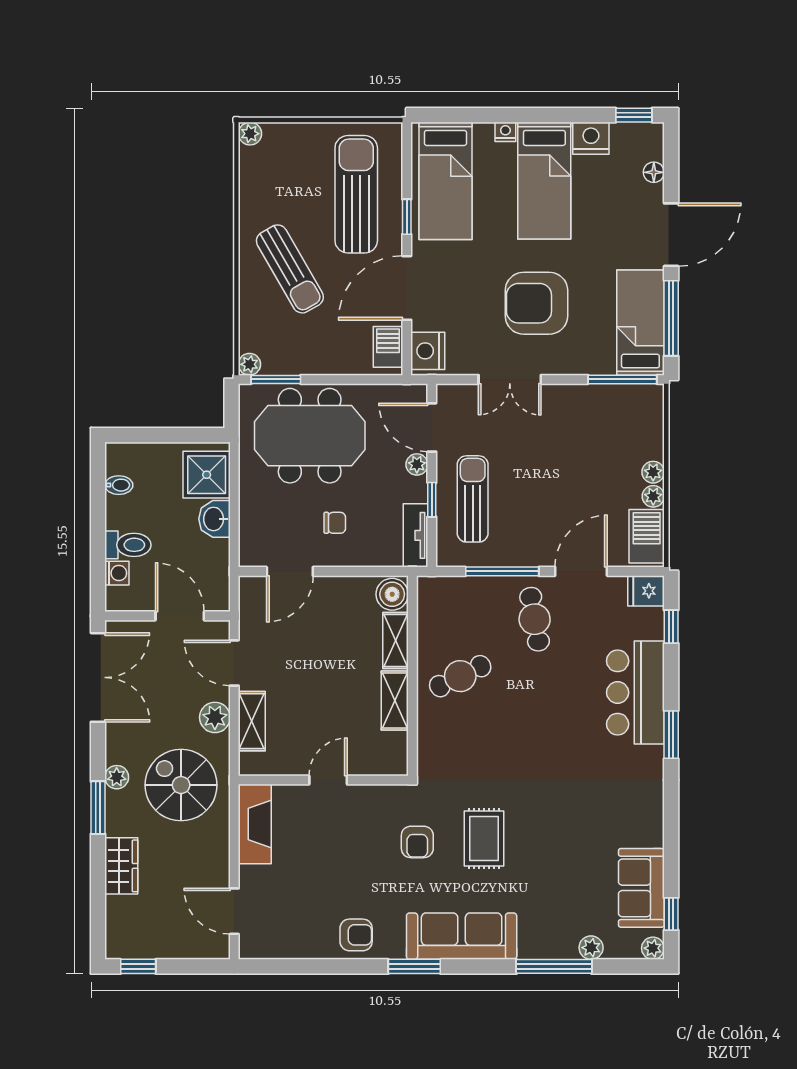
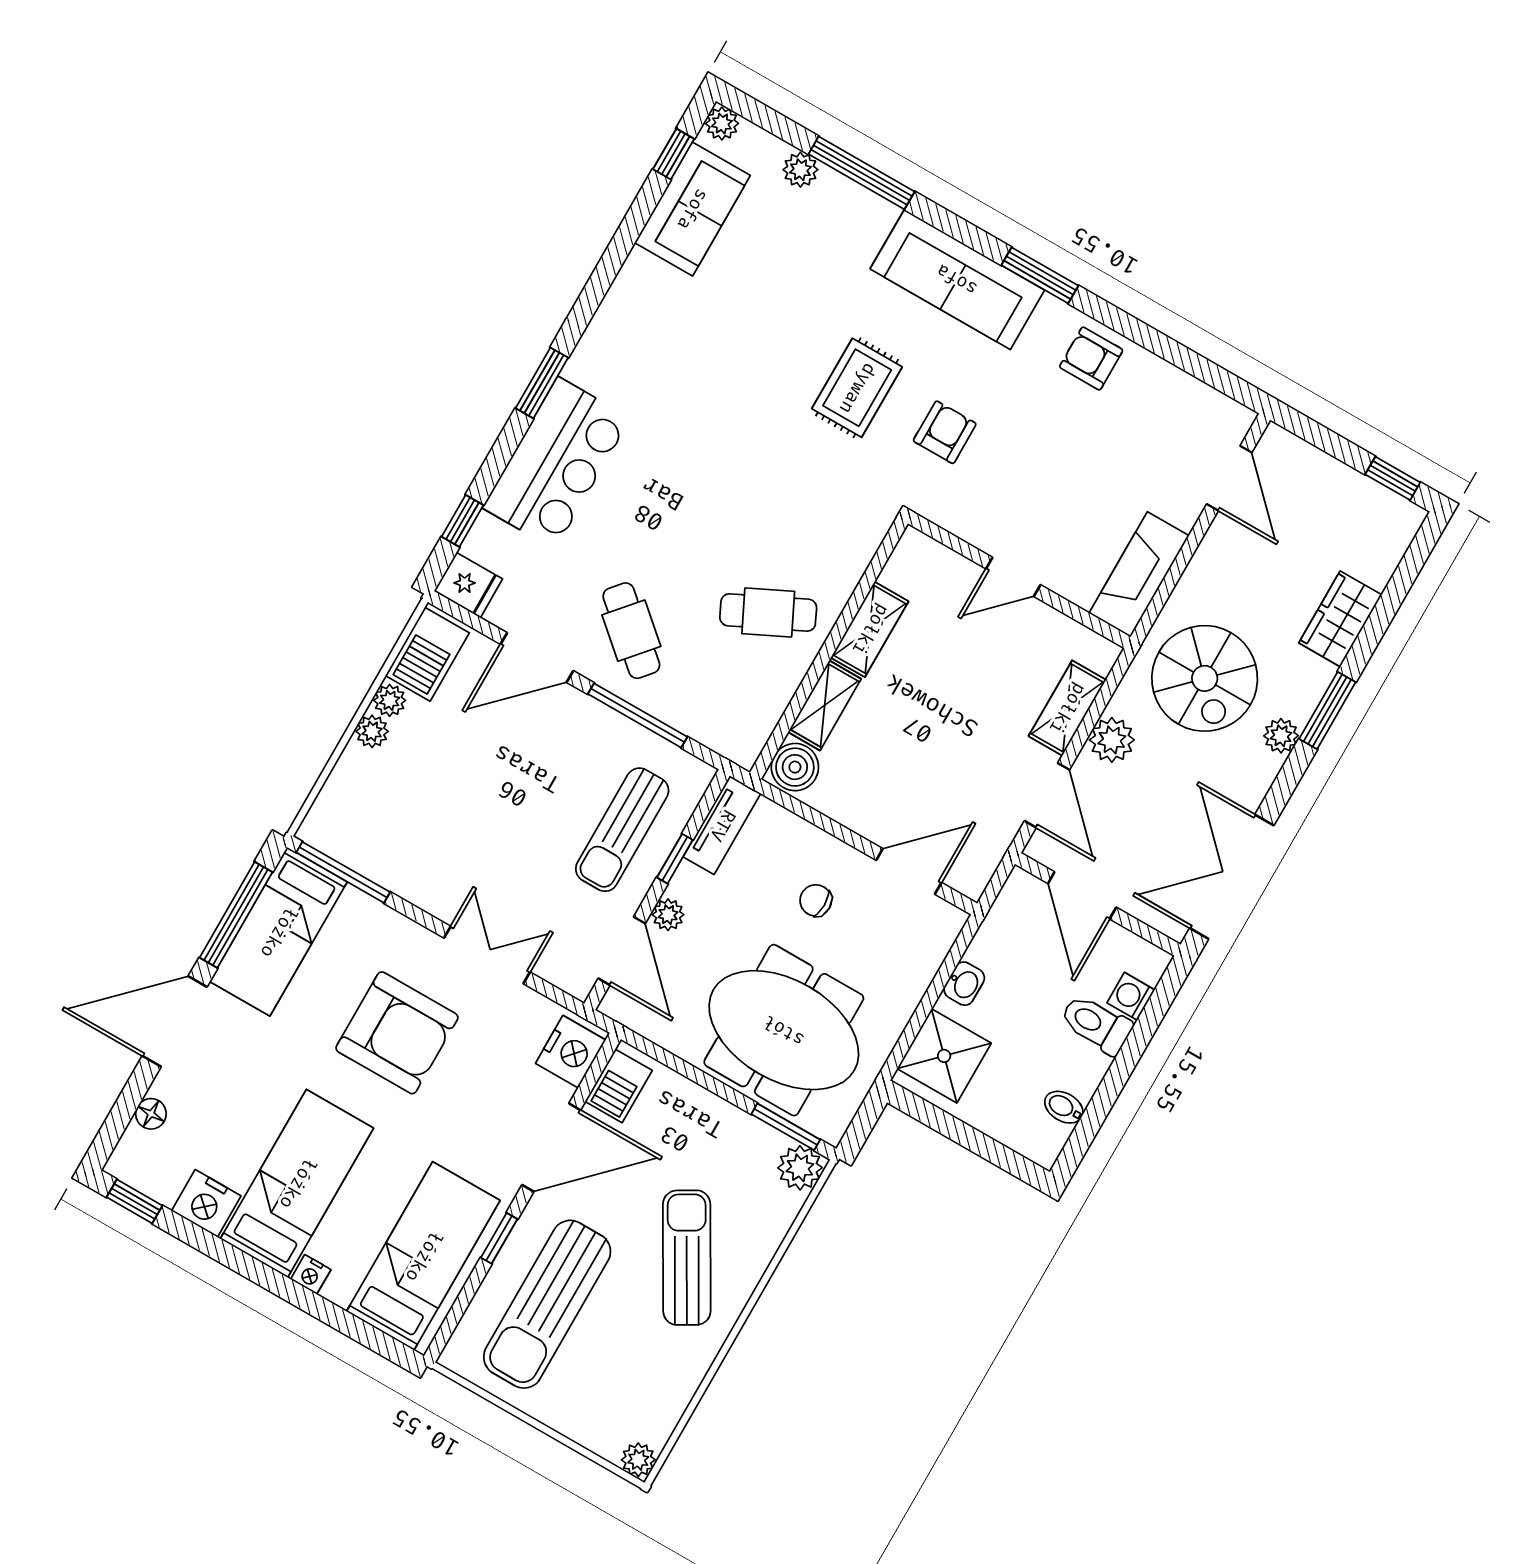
plant: (249, 364) -> (800, 1168), width x1.38, depth x1.38
washbasin: (214, 519) -> (964, 984), width x0.72, depth x0.69
cafe table: (535, 619) -> (631, 631), turned -39

